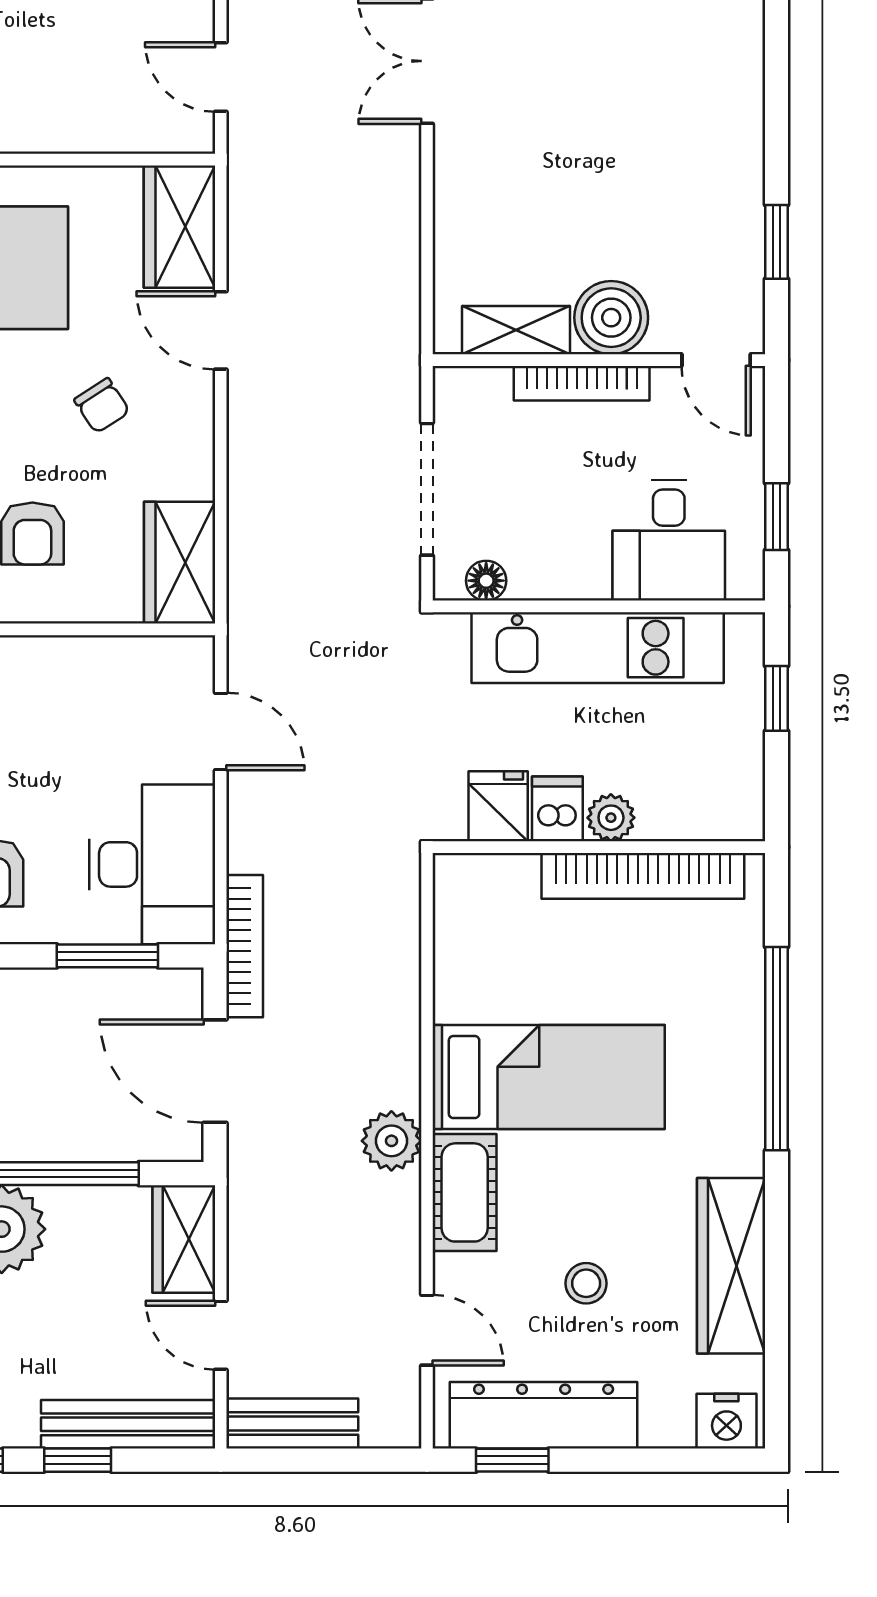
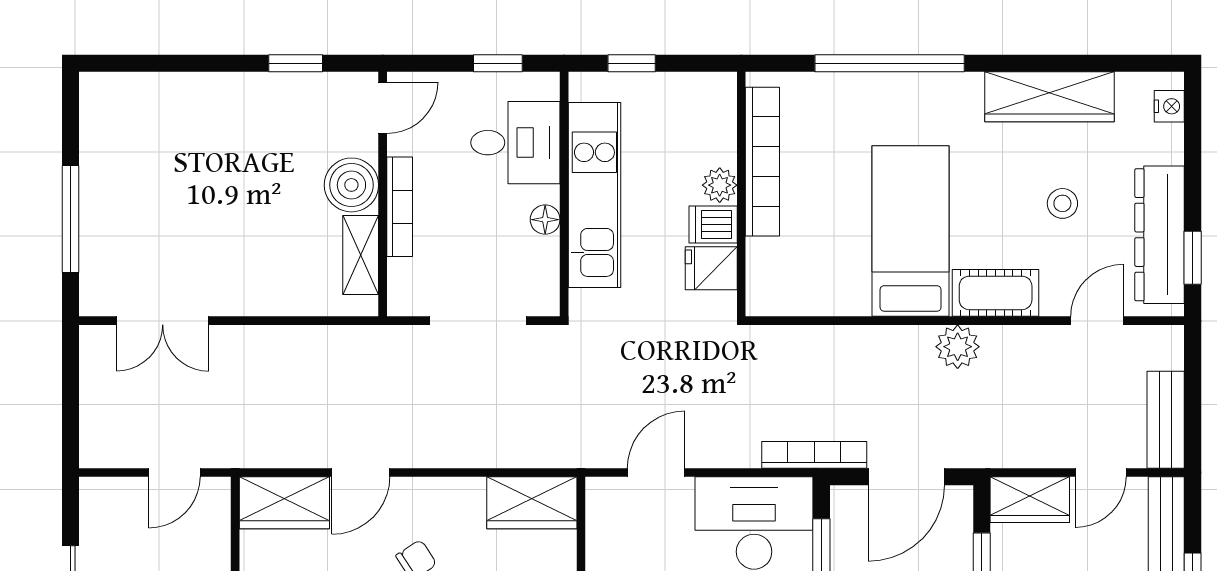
floor lamp: (486, 581) -> (545, 220), moved
nightstand: (726, 1421) -> (1169, 106), width x0.72, depth x0.74

